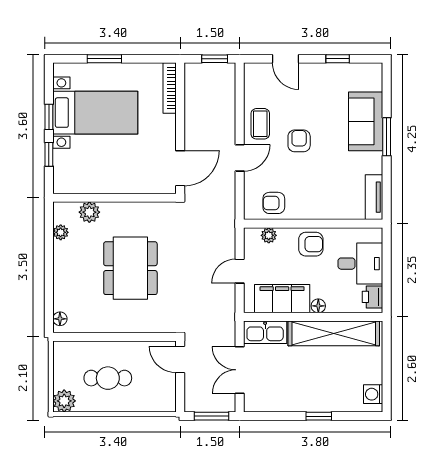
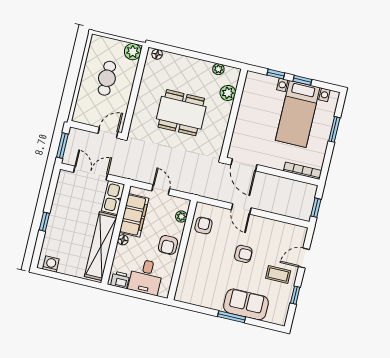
coffee table: (260, 124) -> (278, 274), moved
tv unit: (374, 197) -> (191, 298), removed
plant: (64, 401) -> (133, 52), moved

